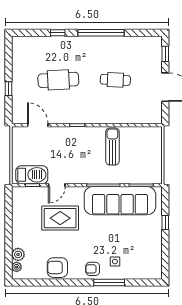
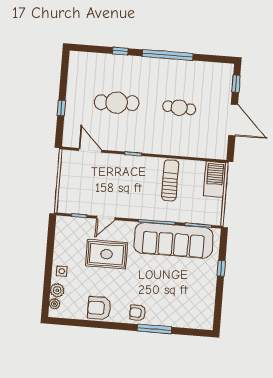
barbecue: (32, 175) -> (215, 179), moved, turned -90
side table: (115, 261) -> (62, 271), moved

